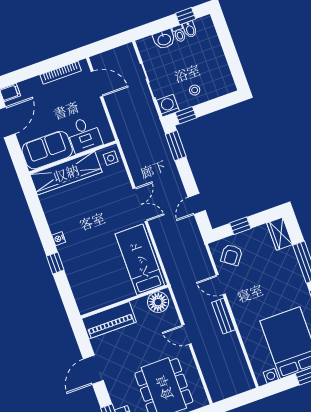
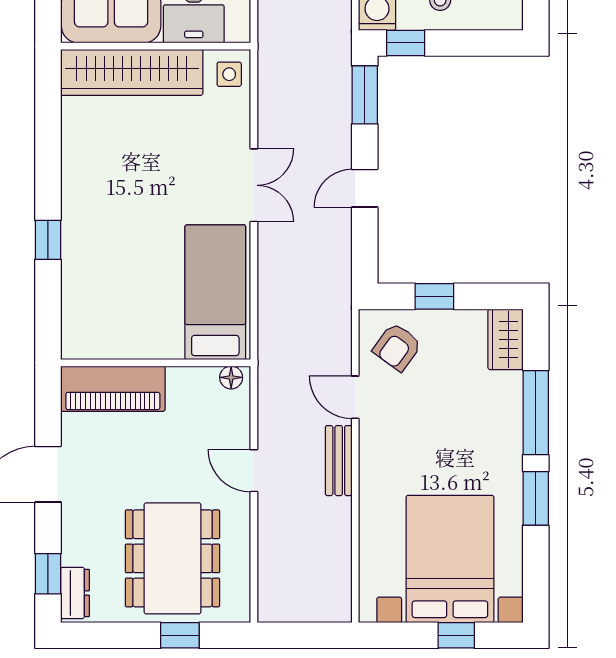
door: (197, 204) -> (365, 188), moved
nightstand: (59, 239) -> (72, 195), removed
floor lamp: (158, 302) -> (231, 377), width x0.53, depth x0.53

